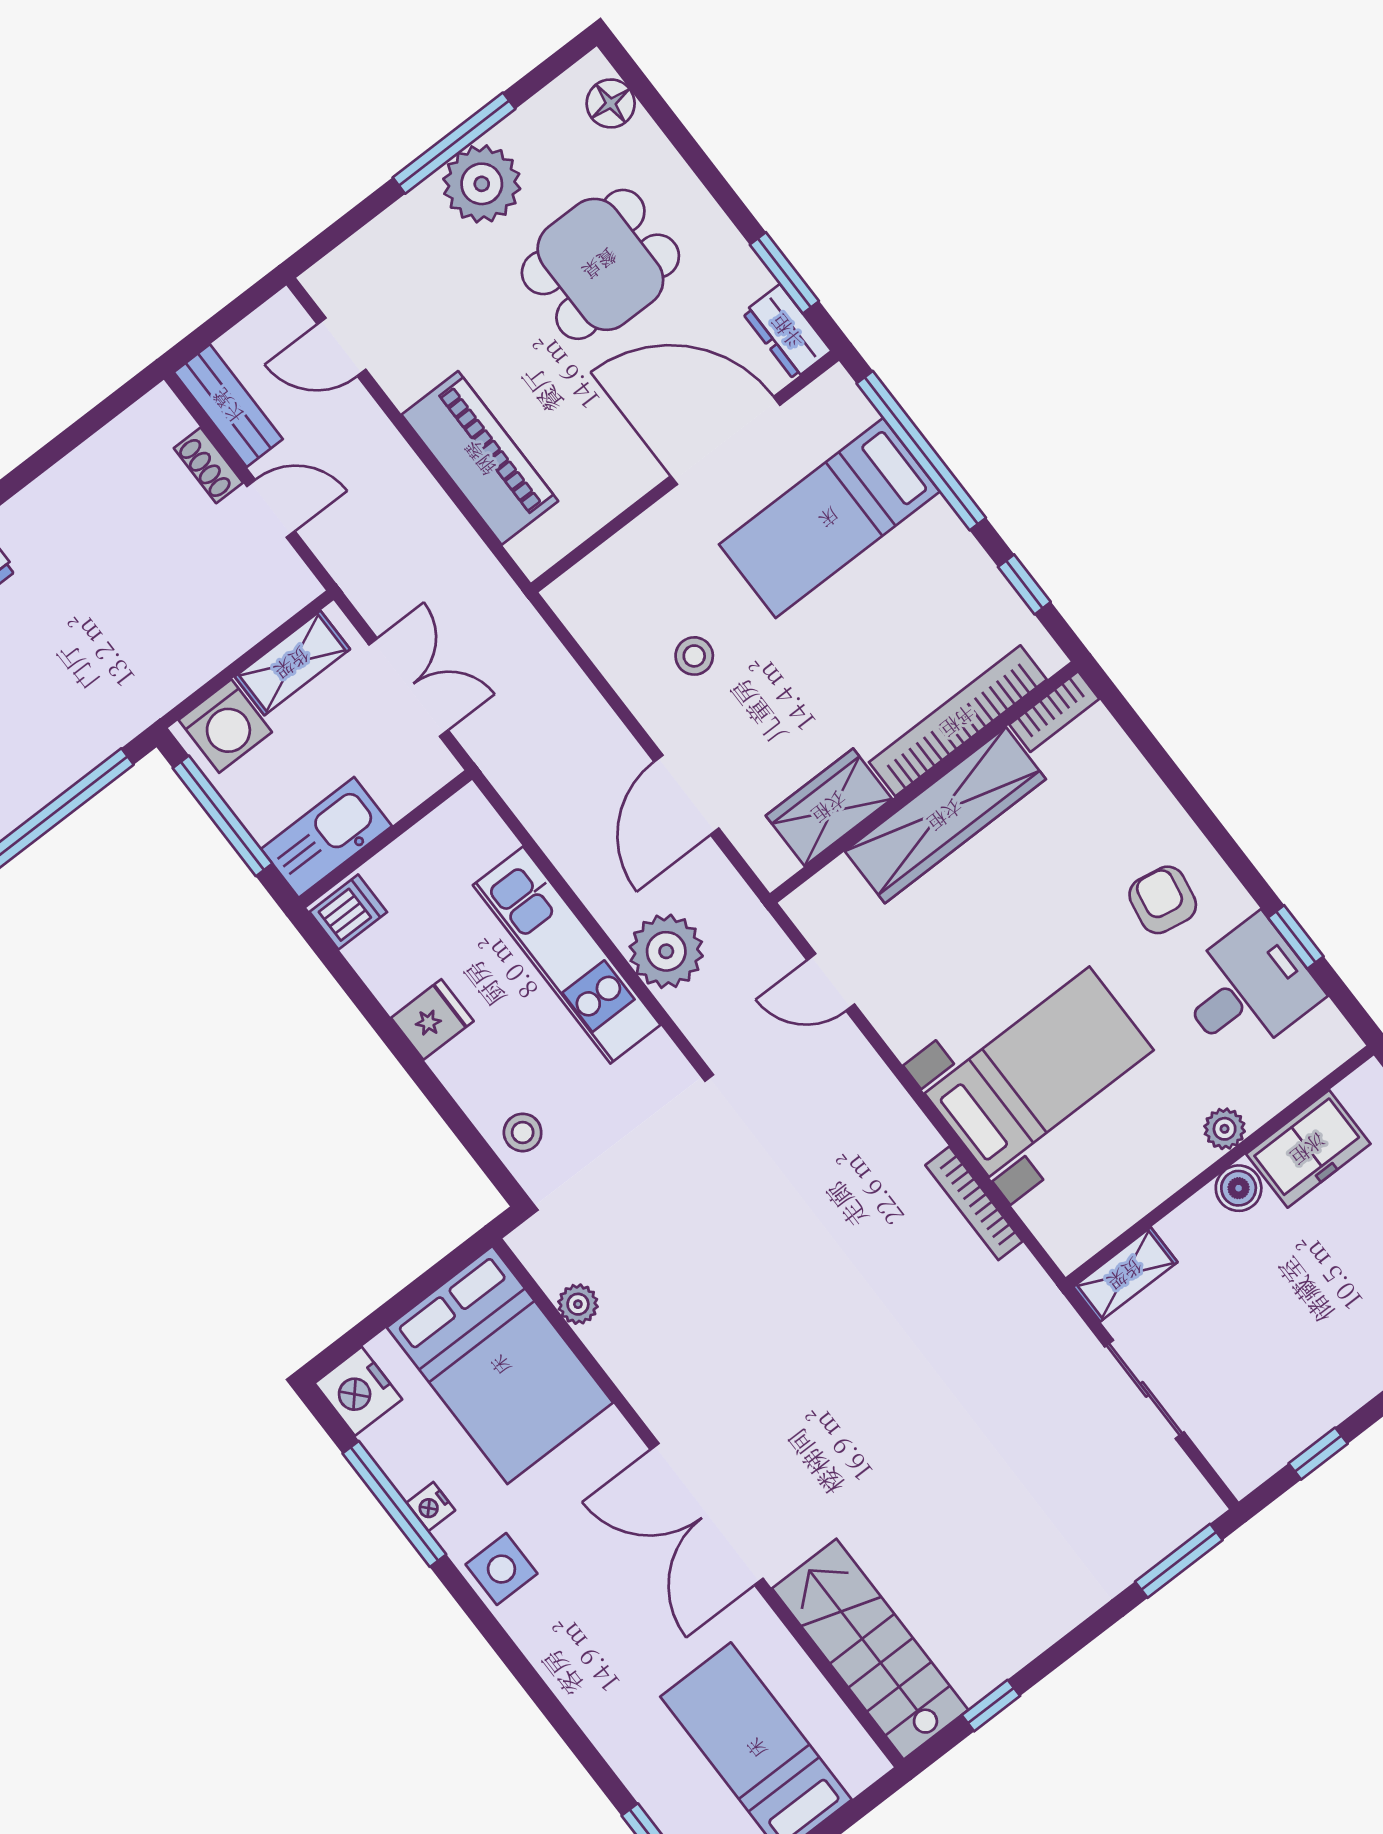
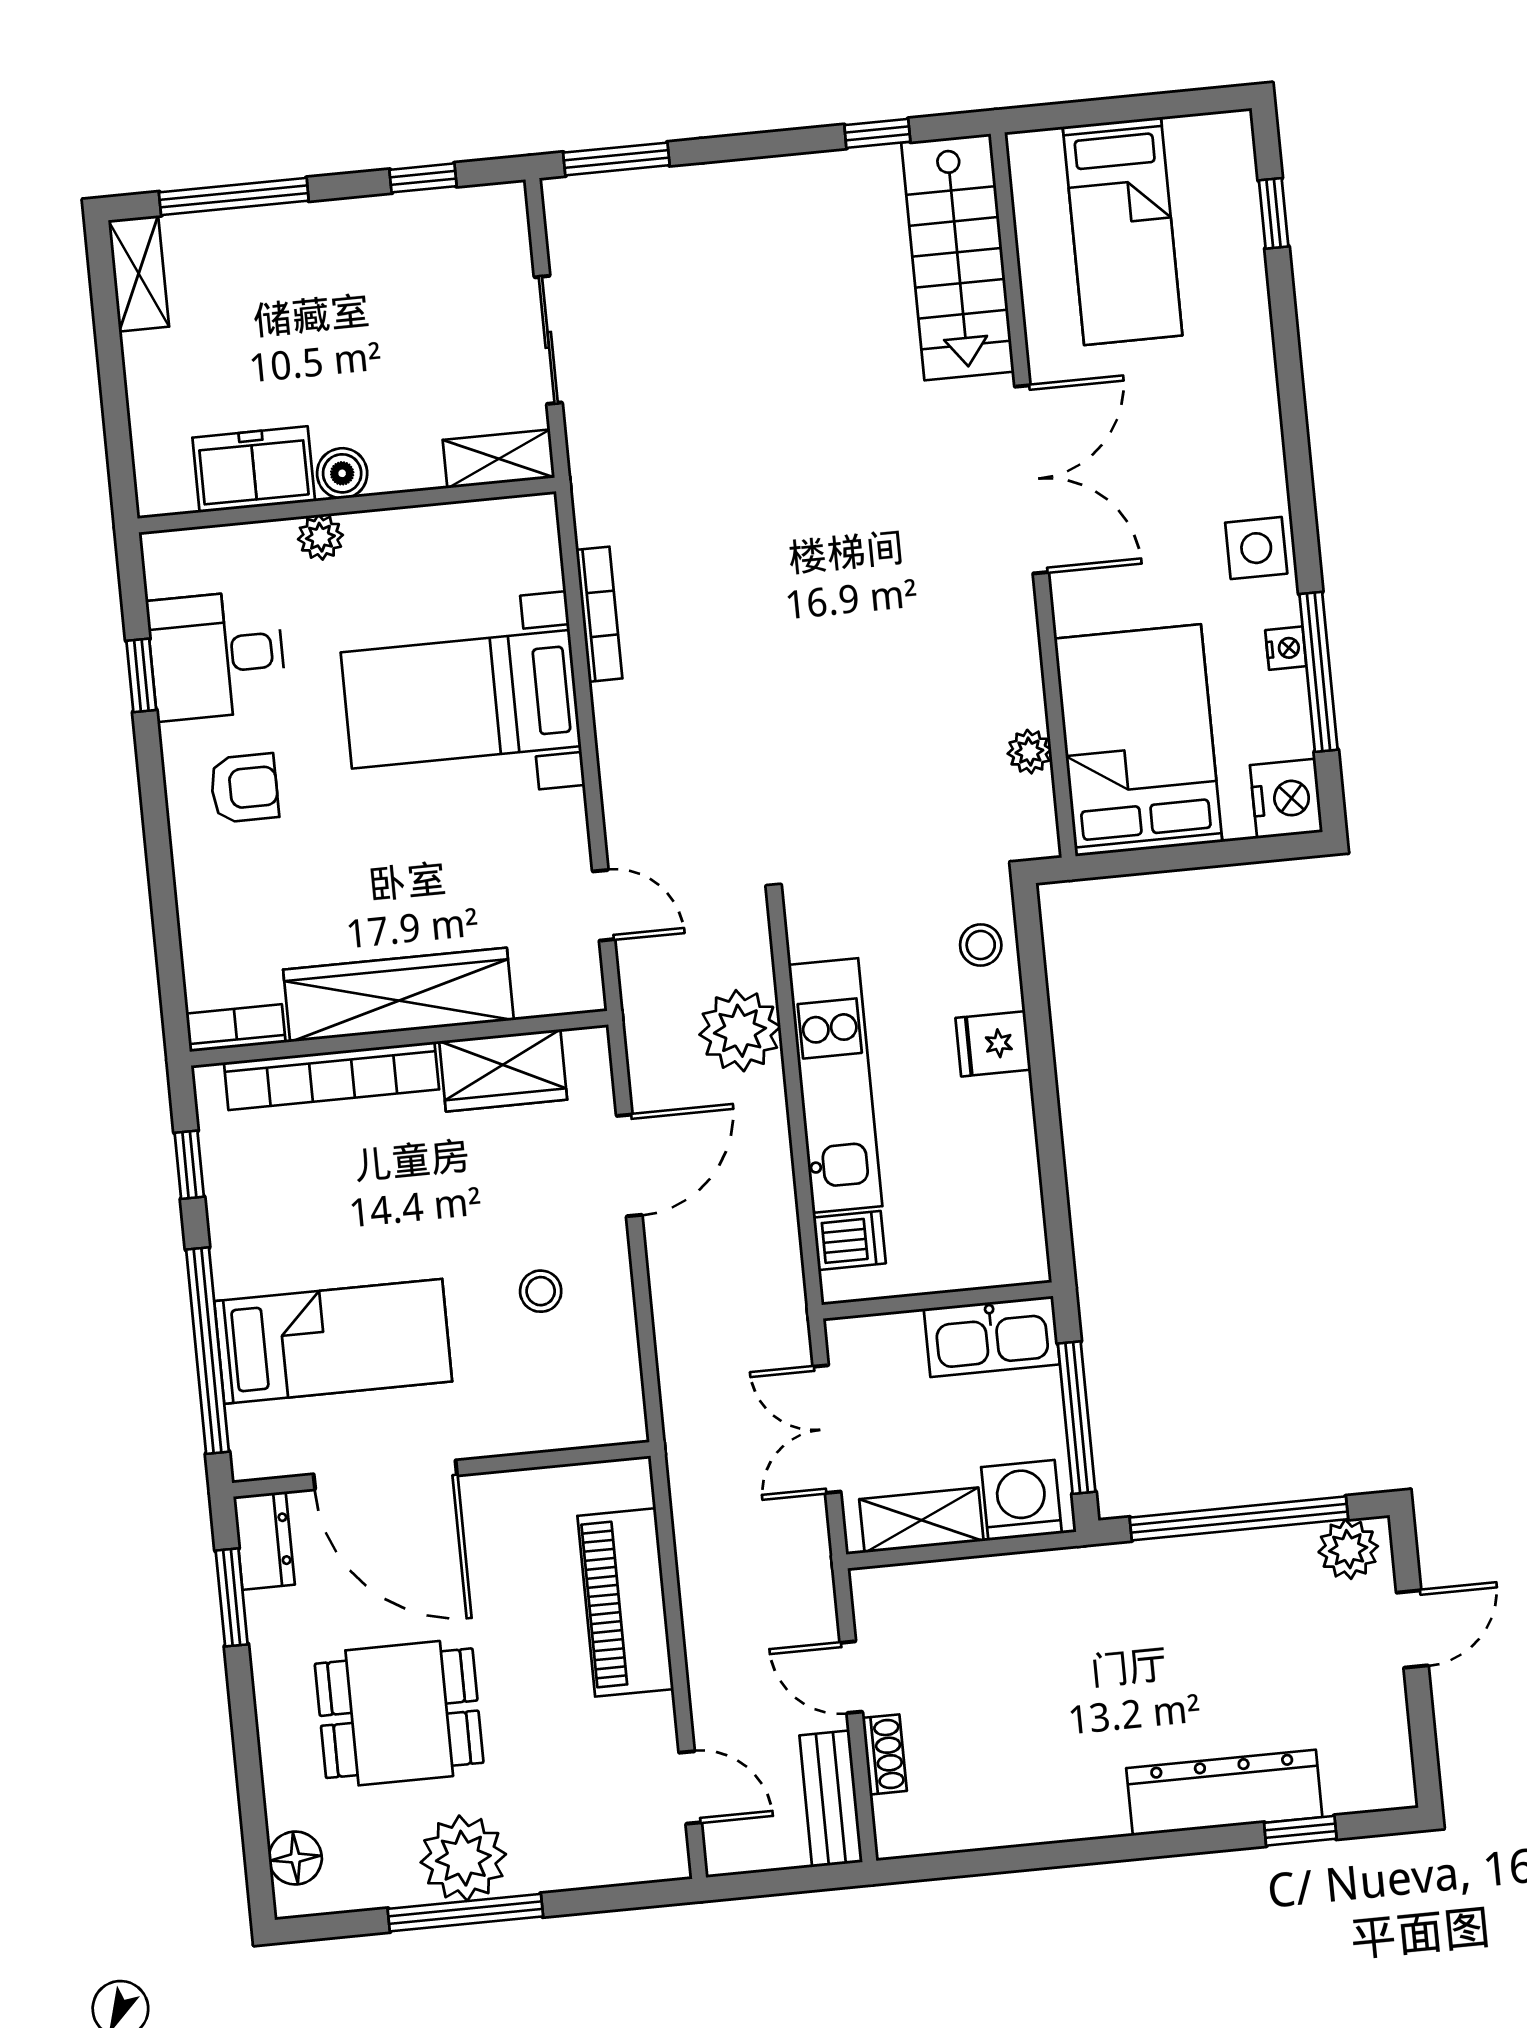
armchair: (1163, 900) -> (244, 788), turned -100
dishwasher: (348, 912) -> (849, 1240), moved, turned 180
fridge: (432, 1020) -> (993, 1044), moved

